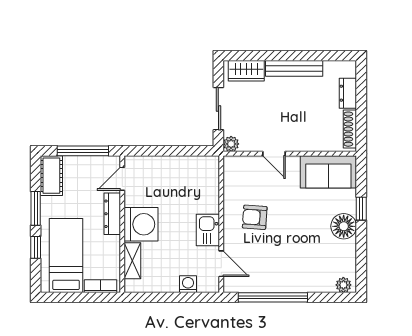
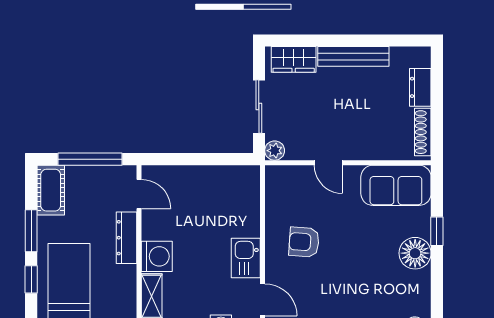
door: (122, 179) -> (139, 194), swing flipped
washing machine: (141, 224) -> (157, 256), width x0.73, depth x0.73

